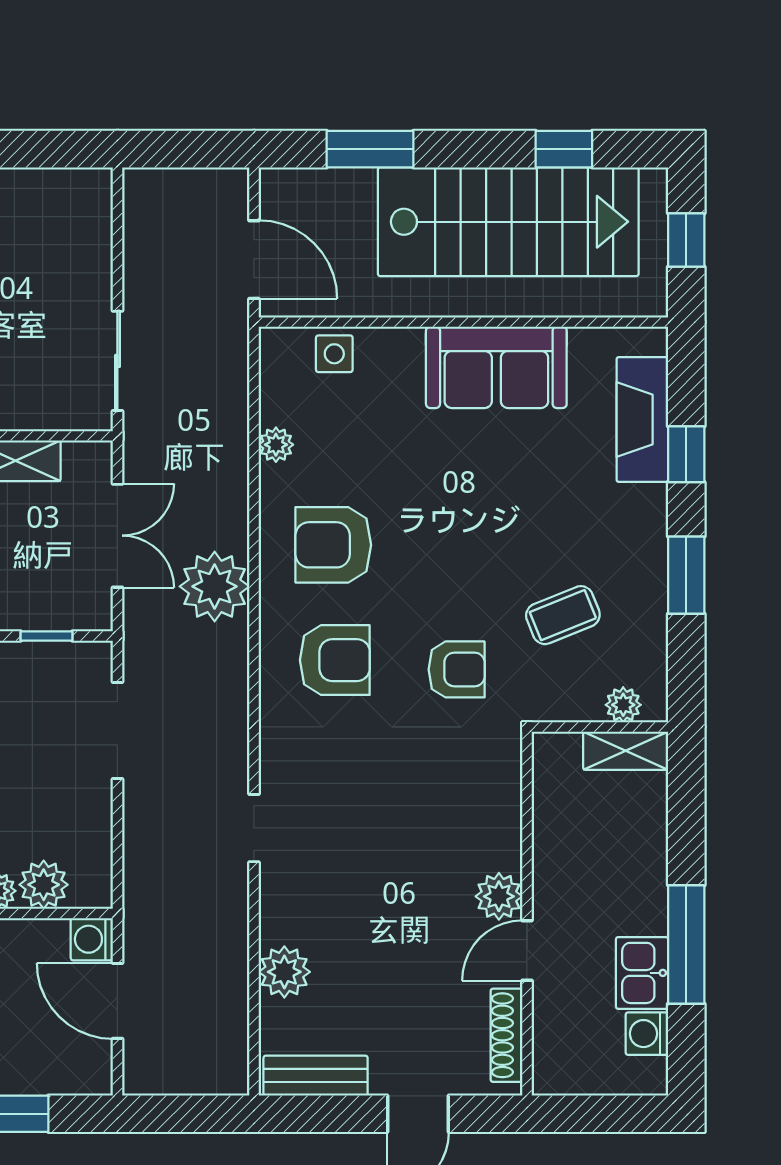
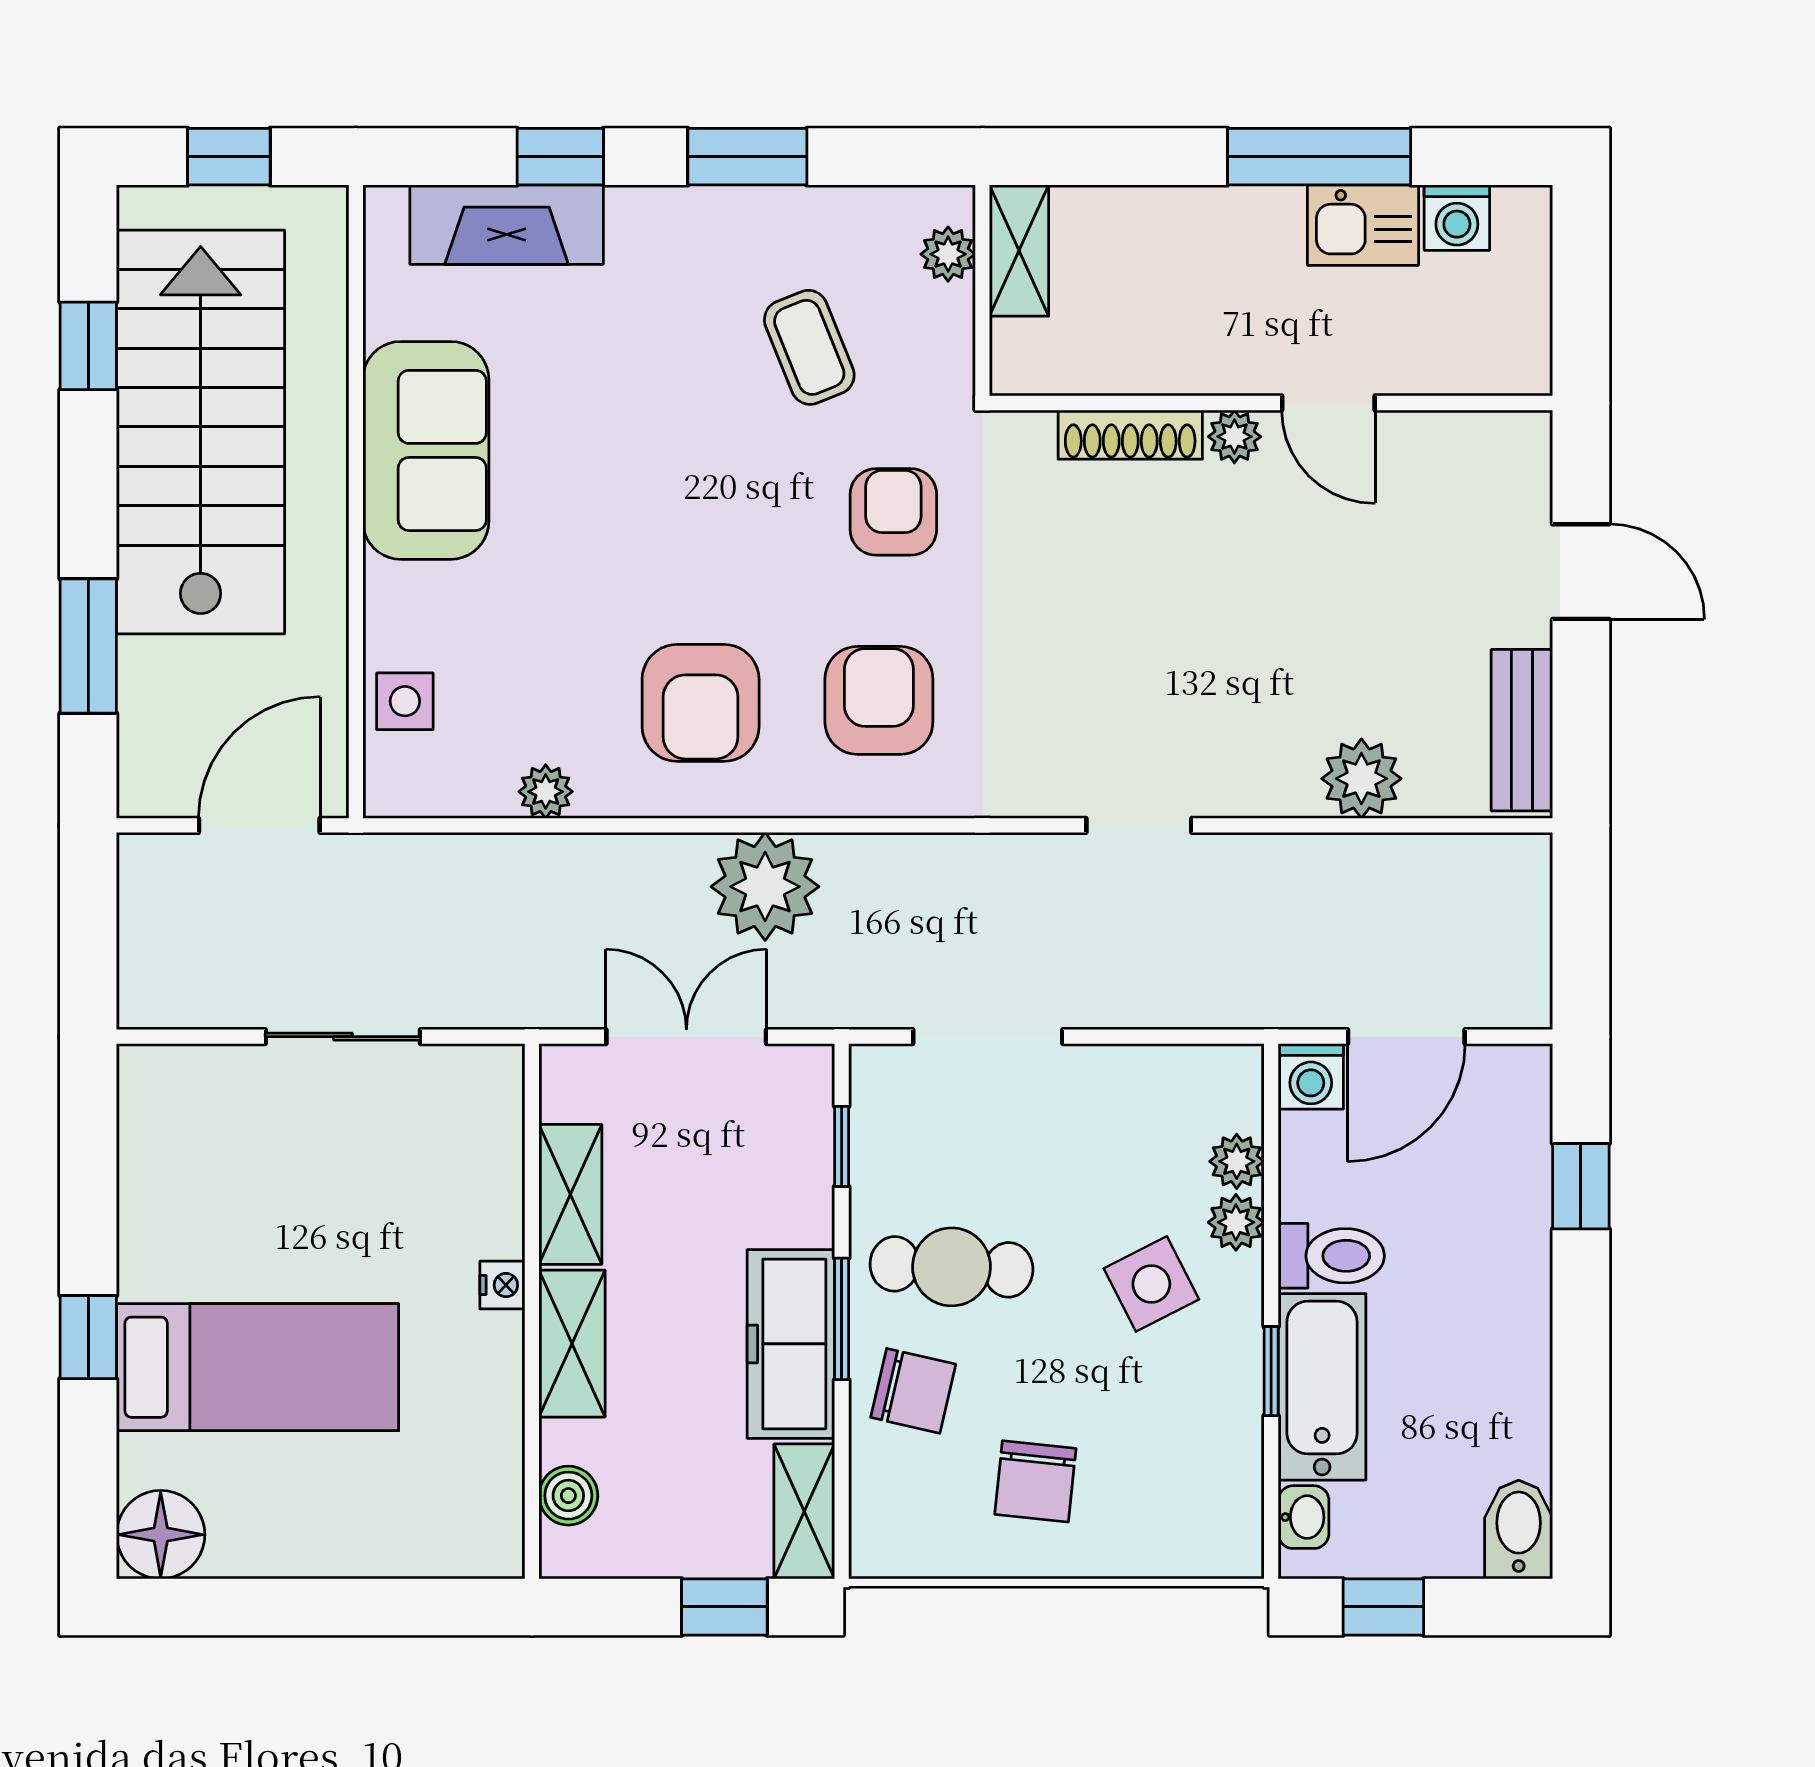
sliding door: (117, 361) -> (343, 1037), moved
plant: (44, 885) -> (1237, 1161), width x0.73, depth x0.73
plant: (499, 896) -> (1234, 437), width x0.73, depth x0.73
shoe rack: (507, 1035) -> (1130, 435), moved

